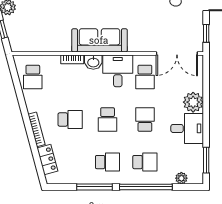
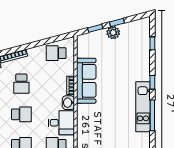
sofa: (99, 40) -> (86, 81), moved
school desk: (108, 120) -> (21, 114), turned 180

